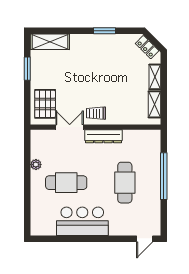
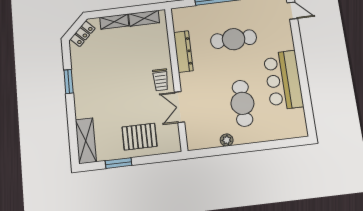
pallet: (45, 104) -> (140, 137), moved
dresser: (103, 136) -> (183, 52), moved

